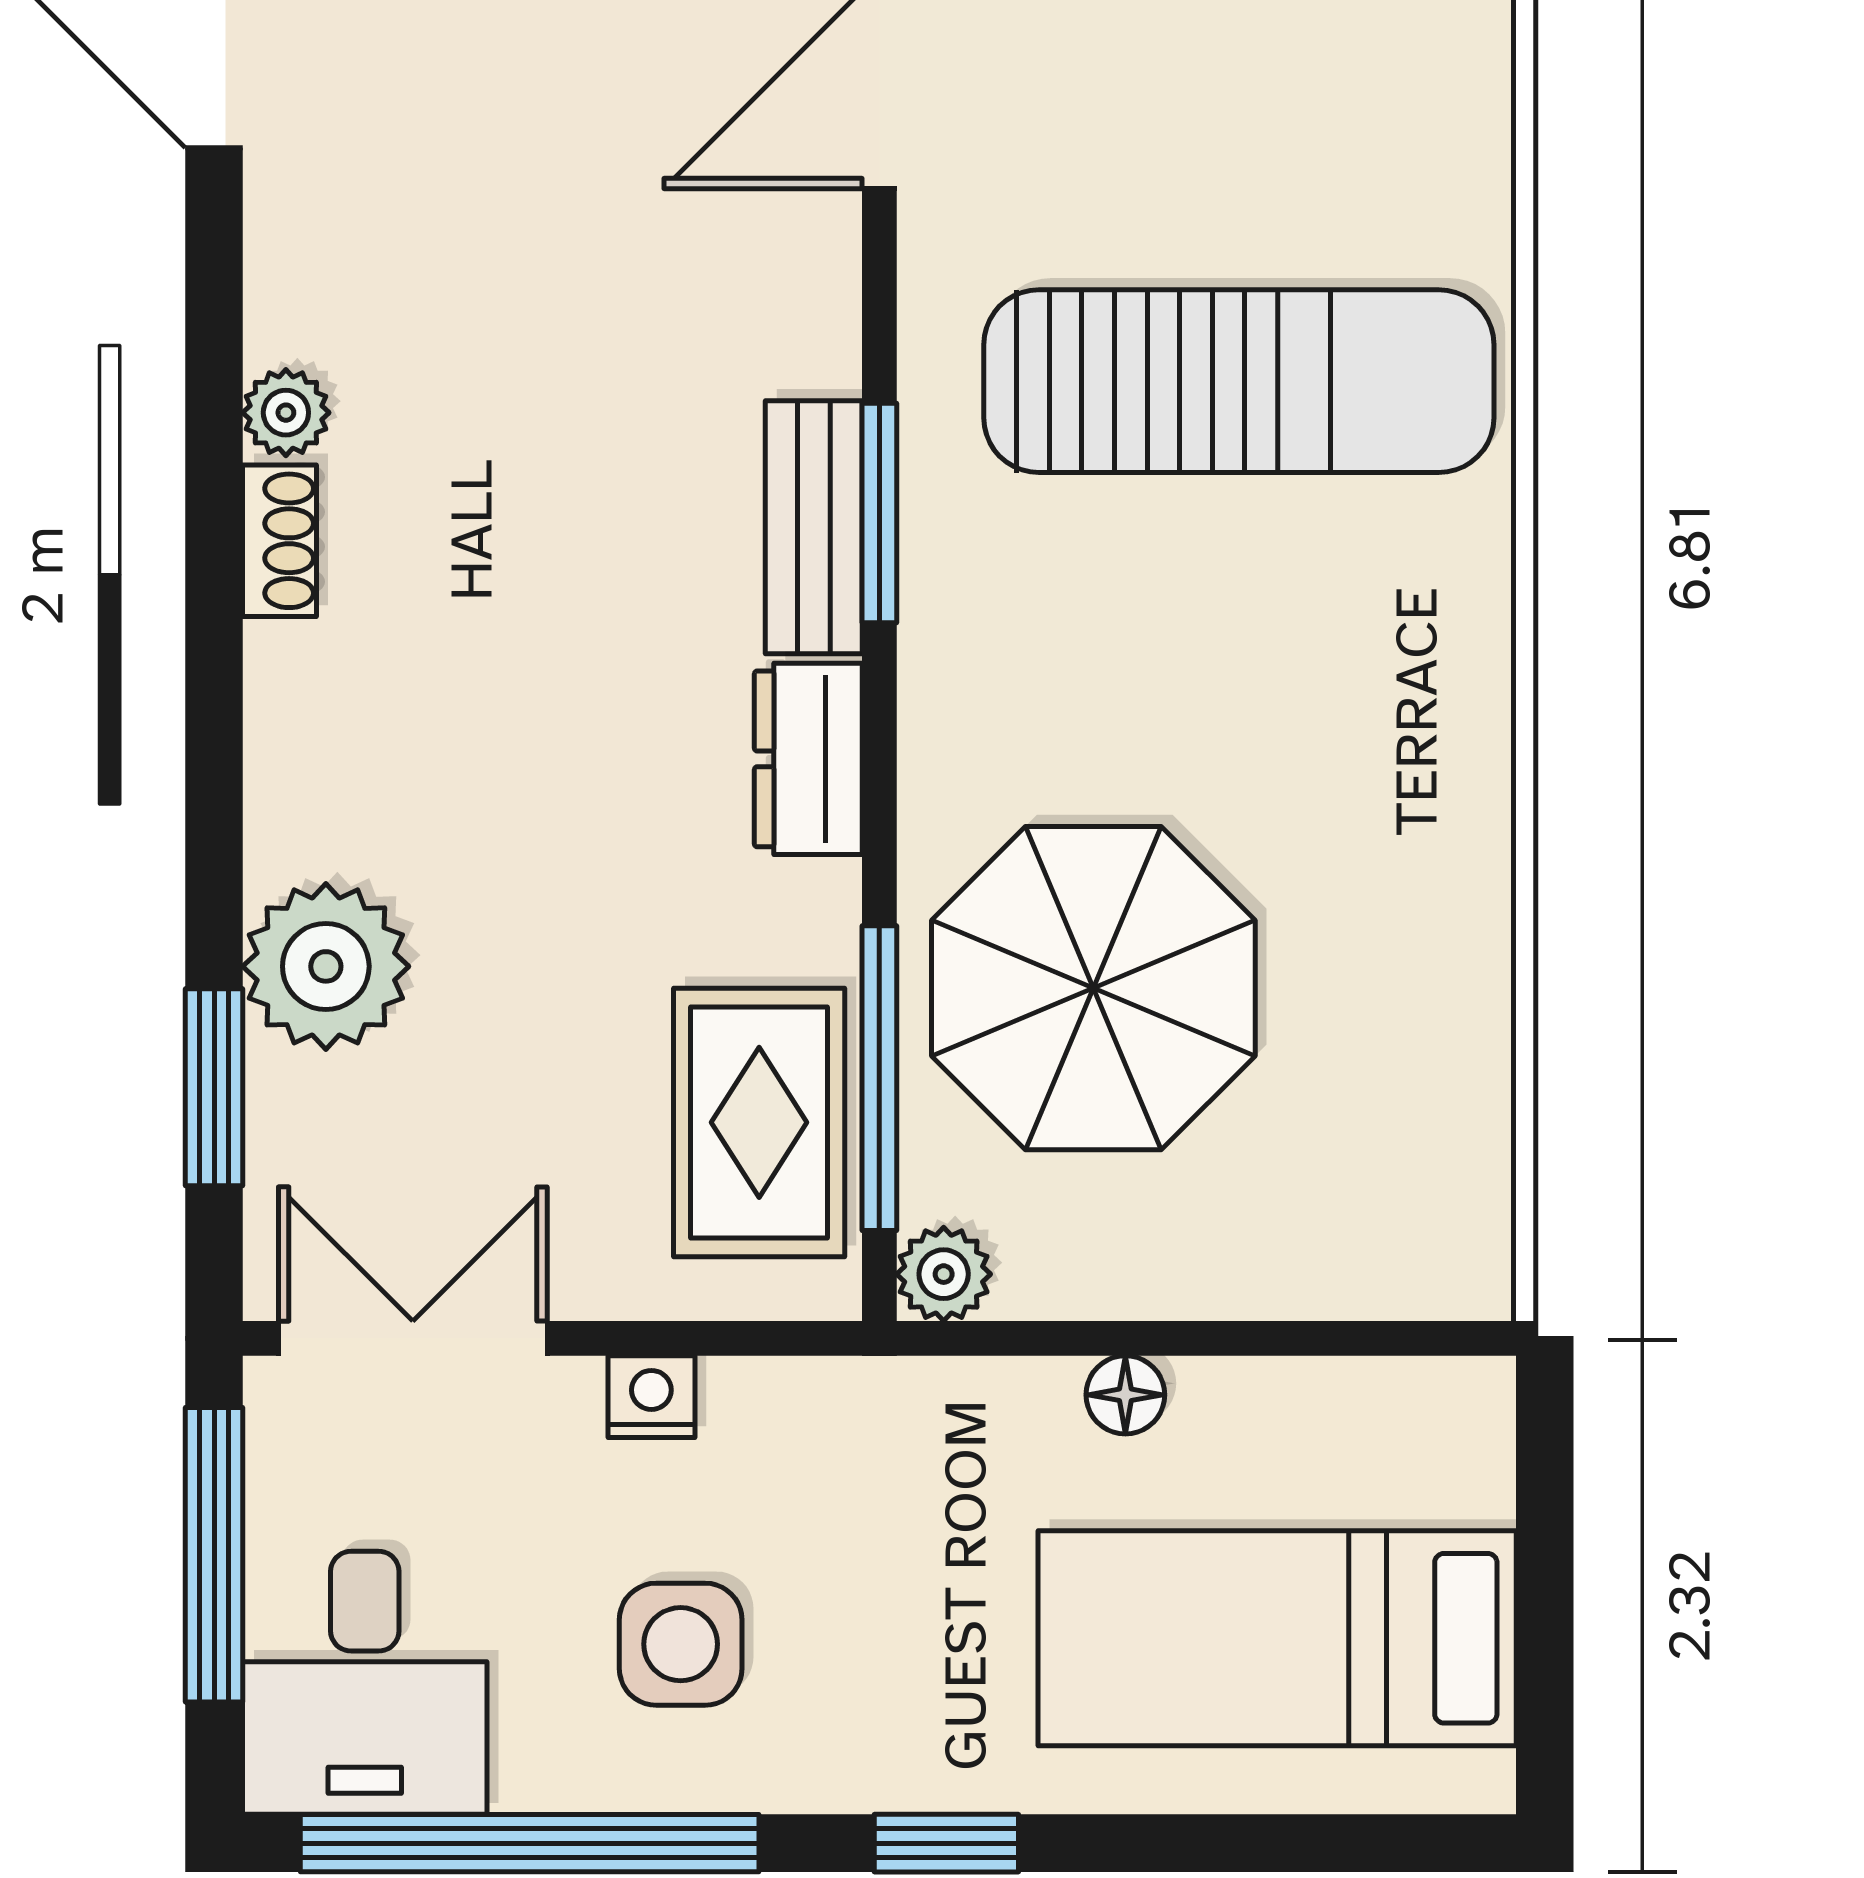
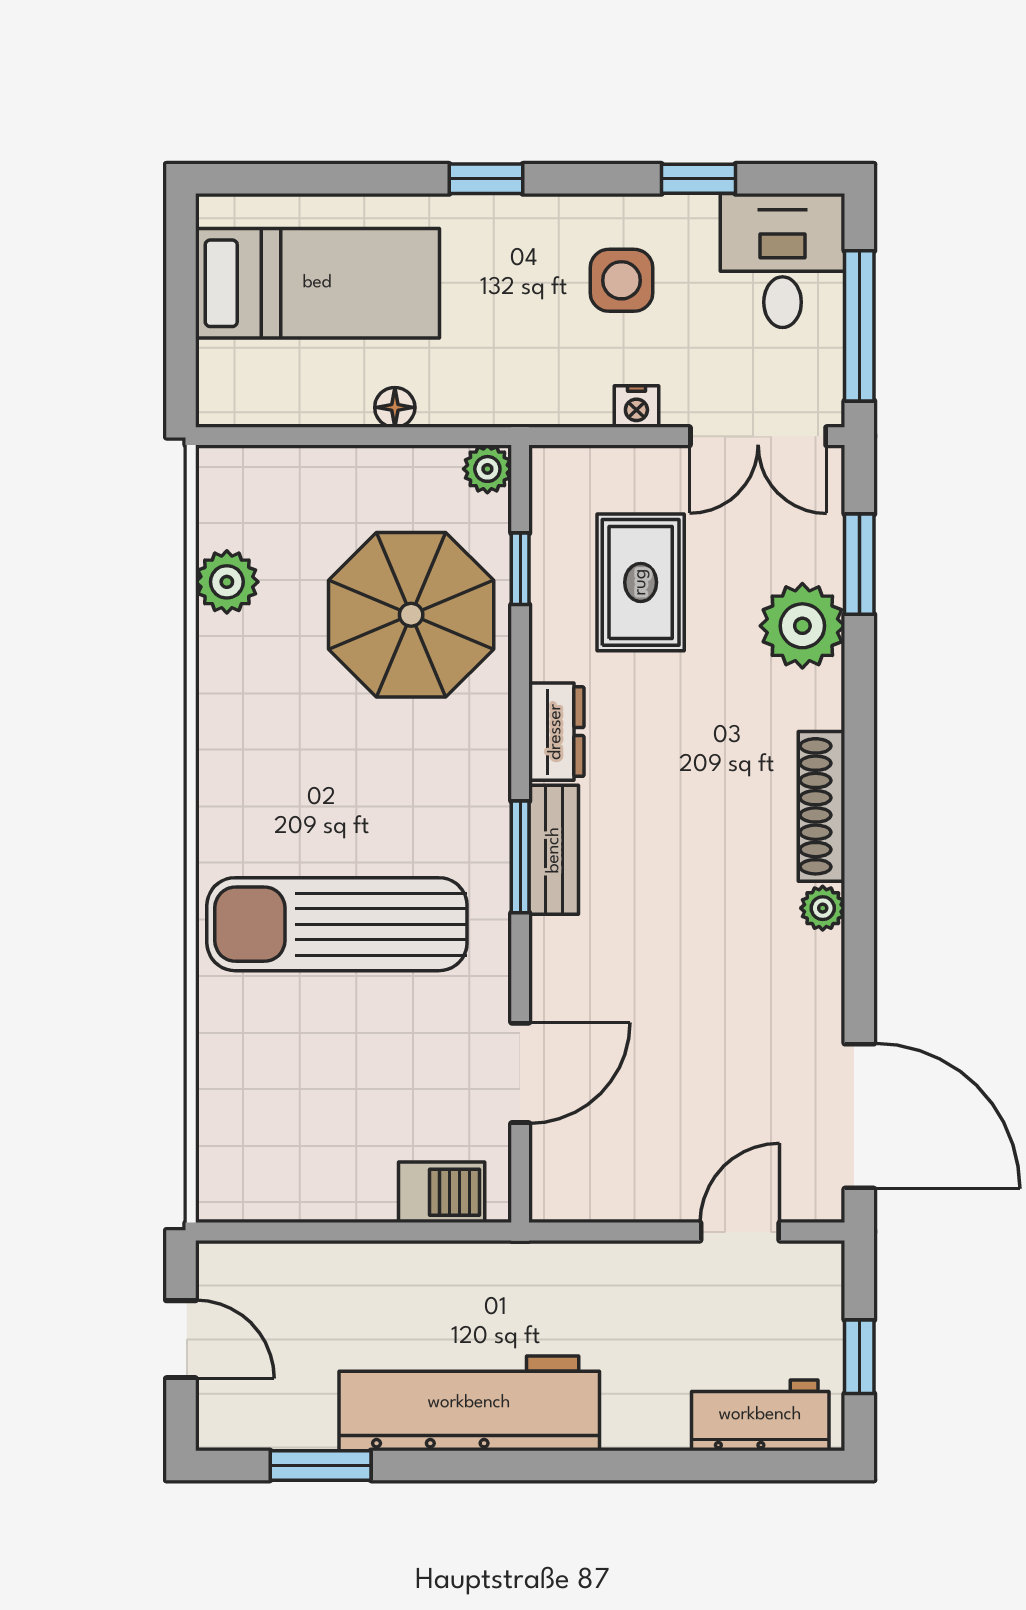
shoe rack: (280, 541) -> (822, 806), width x1.94, depth x1.24
plant: (1455, 1053) -> (227, 582), added
window: (879, 1078) -> (520, 569), width x0.46
rug: (759, 1122) -> (641, 582), moved
window: (530, 1843) -> (698, 179), width x0.32

